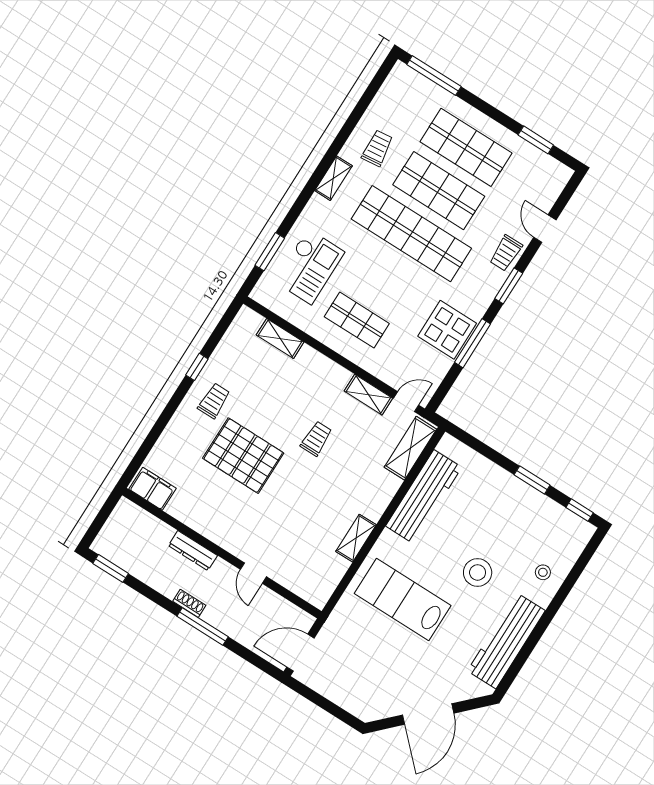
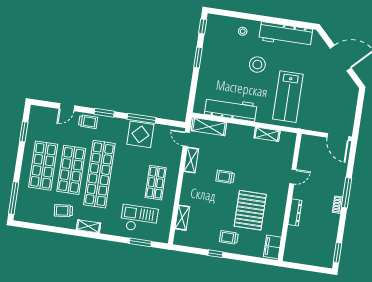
filing cabinet: (152, 489) -> (272, 247), moved
dresser: (193, 551) -> (295, 212), moved
wall: (222, 553) -> (290, 197), moved
door: (253, 573) -> (293, 177), moved

